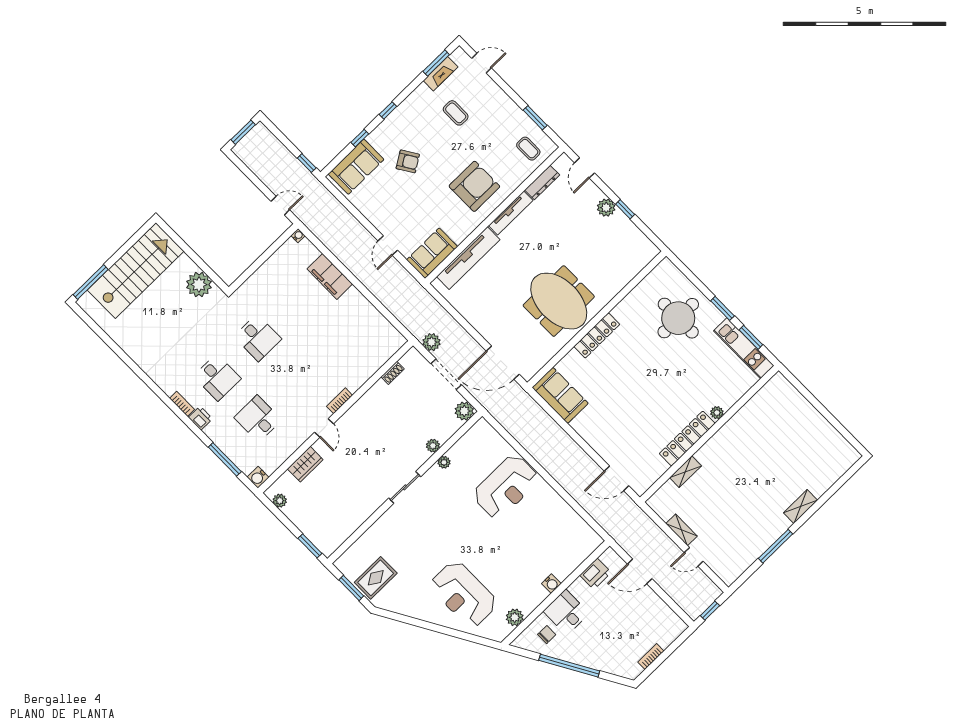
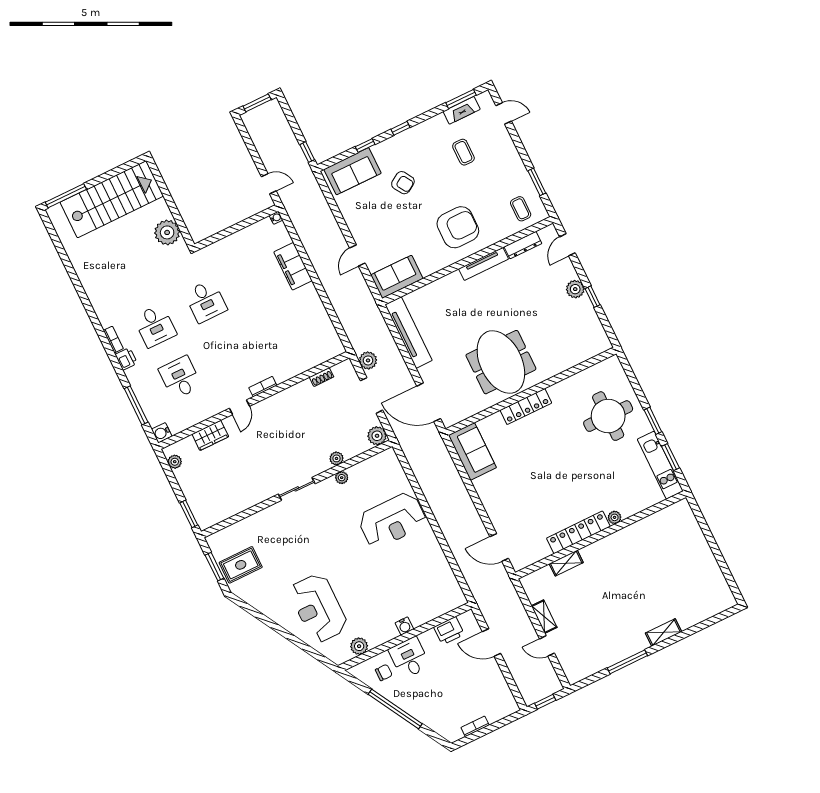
tv unit: (468, 258) -> (408, 333), moved, turned -90

